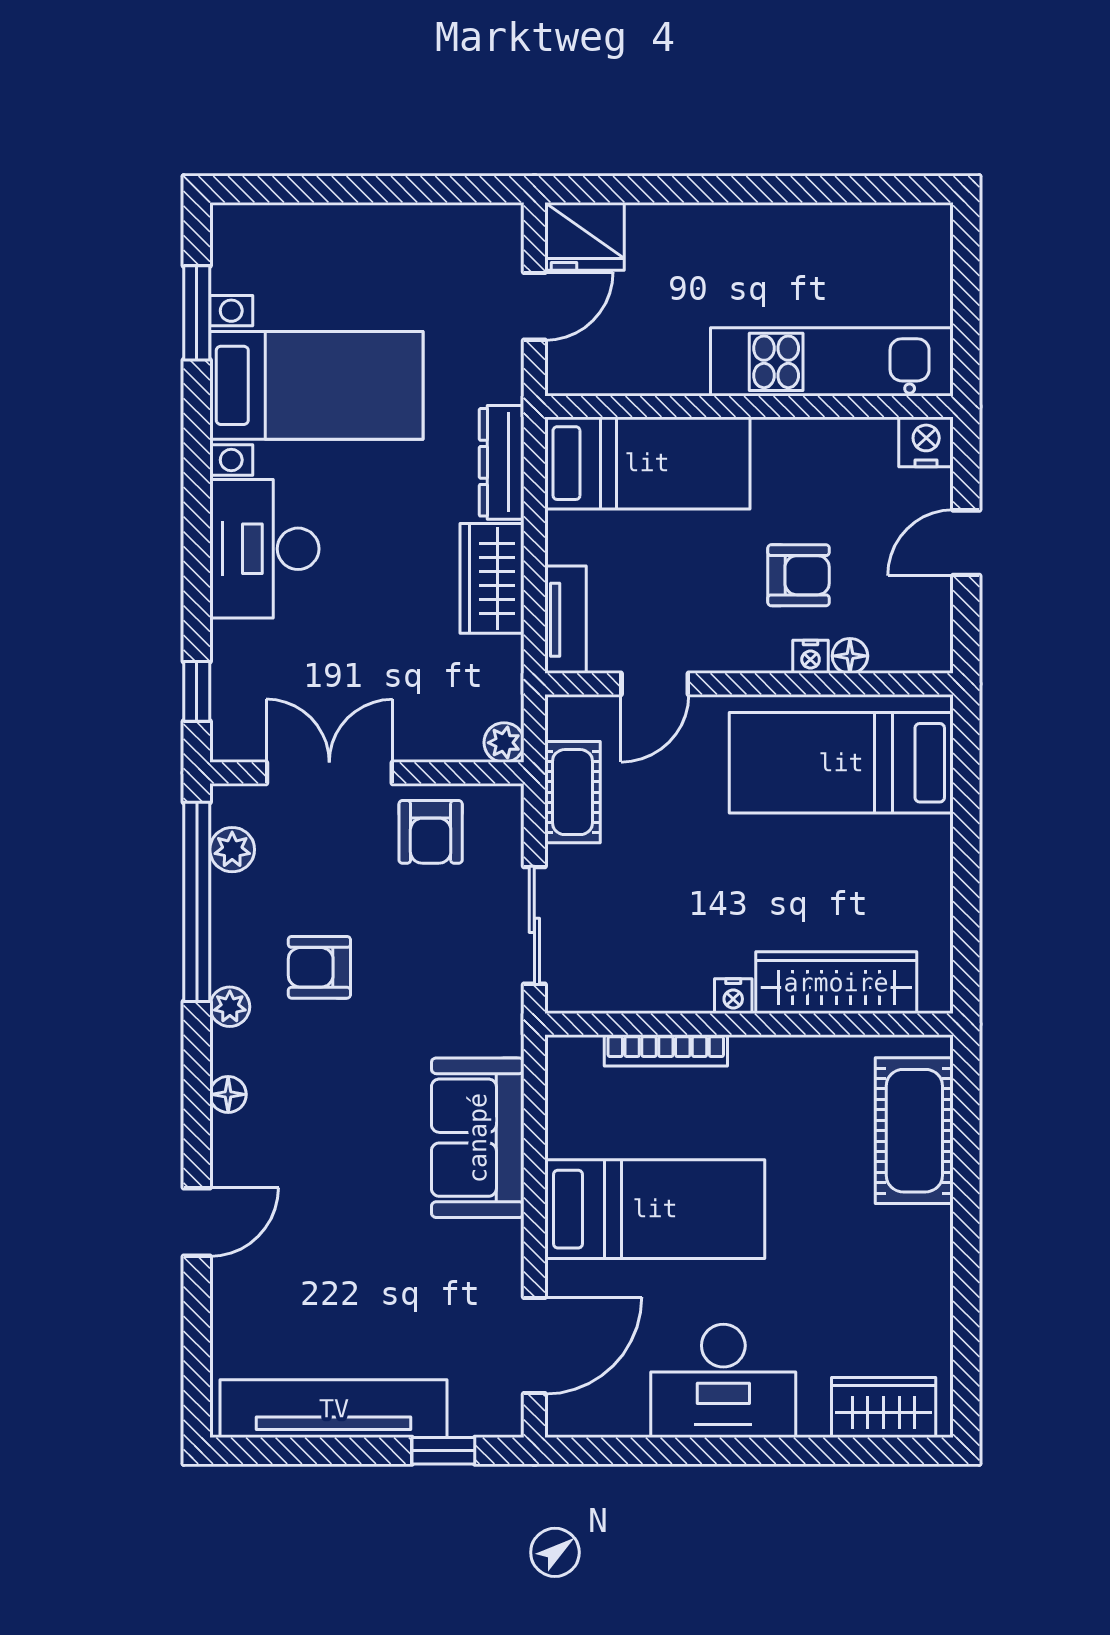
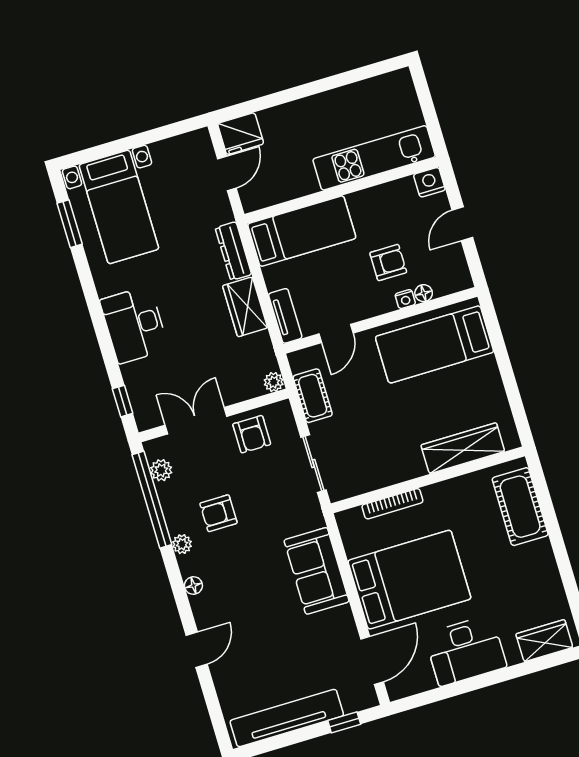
bed with nightstands: (316, 385) -> (119, 207), moved, turned 90
nightstand: (733, 996) -> (416, 469), removed
bed: (655, 1209) -> (409, 580), width x1.50

